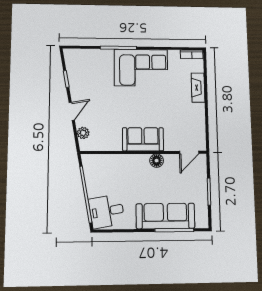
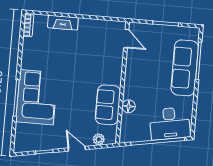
corner sofa: (141, 68) -> (37, 97), moved
sofa: (143, 139) -> (108, 105), moved
floor lamp: (157, 161) -> (129, 106), moved
desk: (107, 211) -> (170, 123), width x1.37

